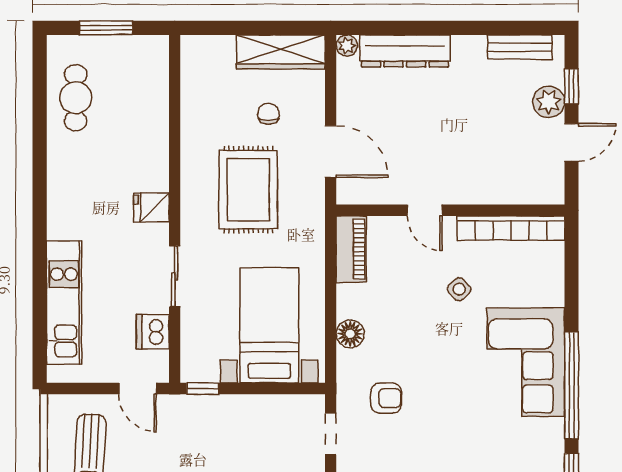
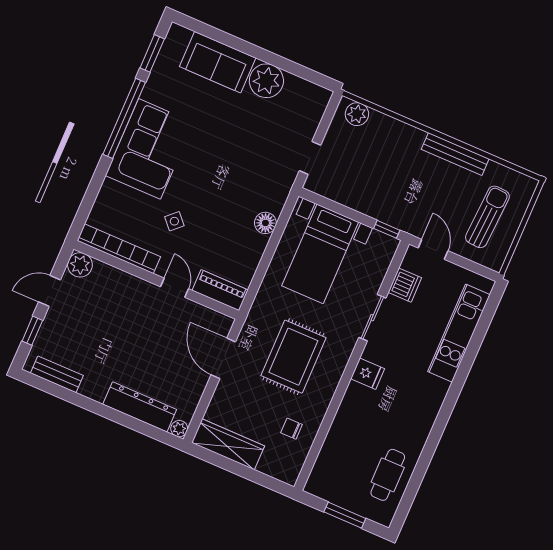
plant: (549, 102) -> (80, 265), moved
chair: (268, 114) -> (291, 429), moved, turned 90
piano: (351, 249) -> (220, 290), moved, turned 90
armchair: (386, 398) -> (260, 166), removed

